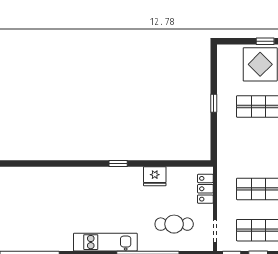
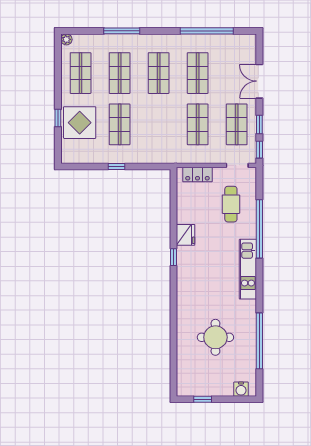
fridge: (155, 176) -> (186, 235), moved
round table: (33, 208) -> (215, 337), added

